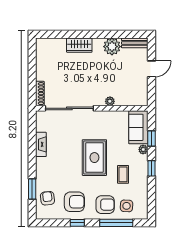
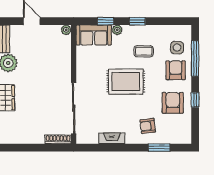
plant: (110, 101) -> (66, 30), moved
armchair: (47, 198) -> (148, 126), moved

